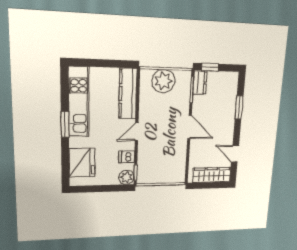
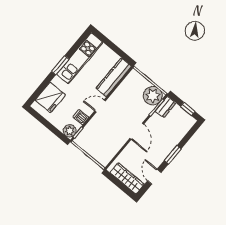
window: (210, 67) -> (188, 109), moved
plant: (163, 81) -> (153, 96), moved
window: (239, 108) -> (173, 155), moved

